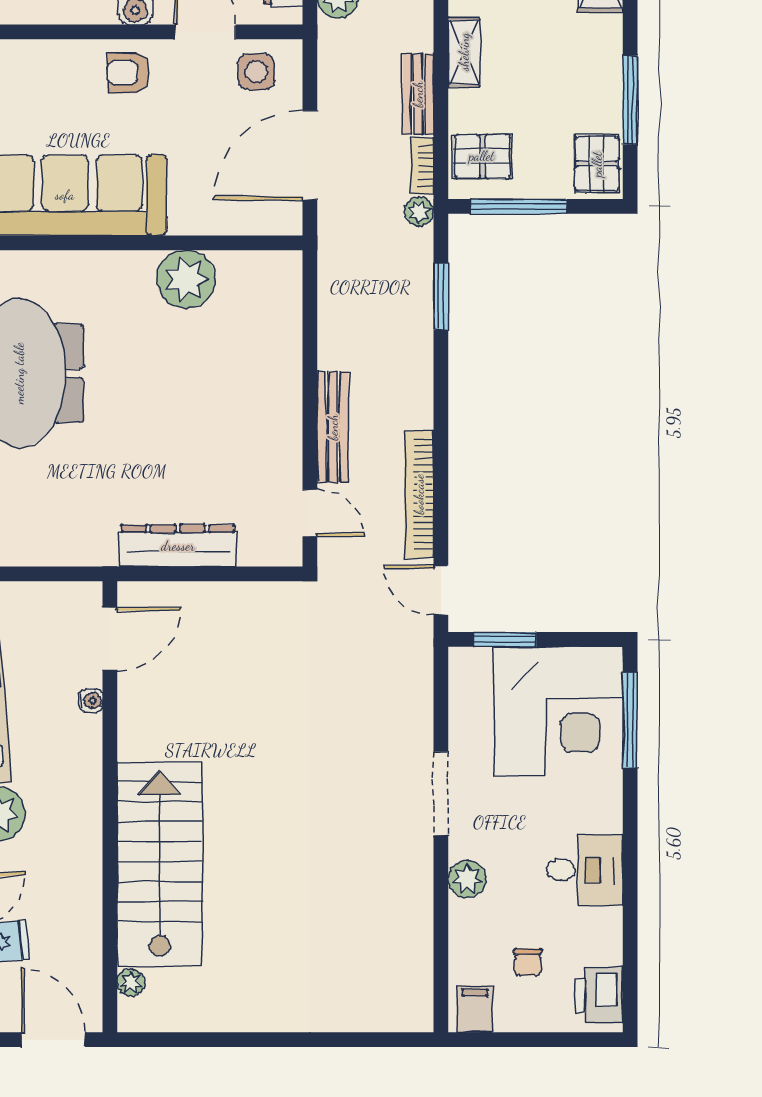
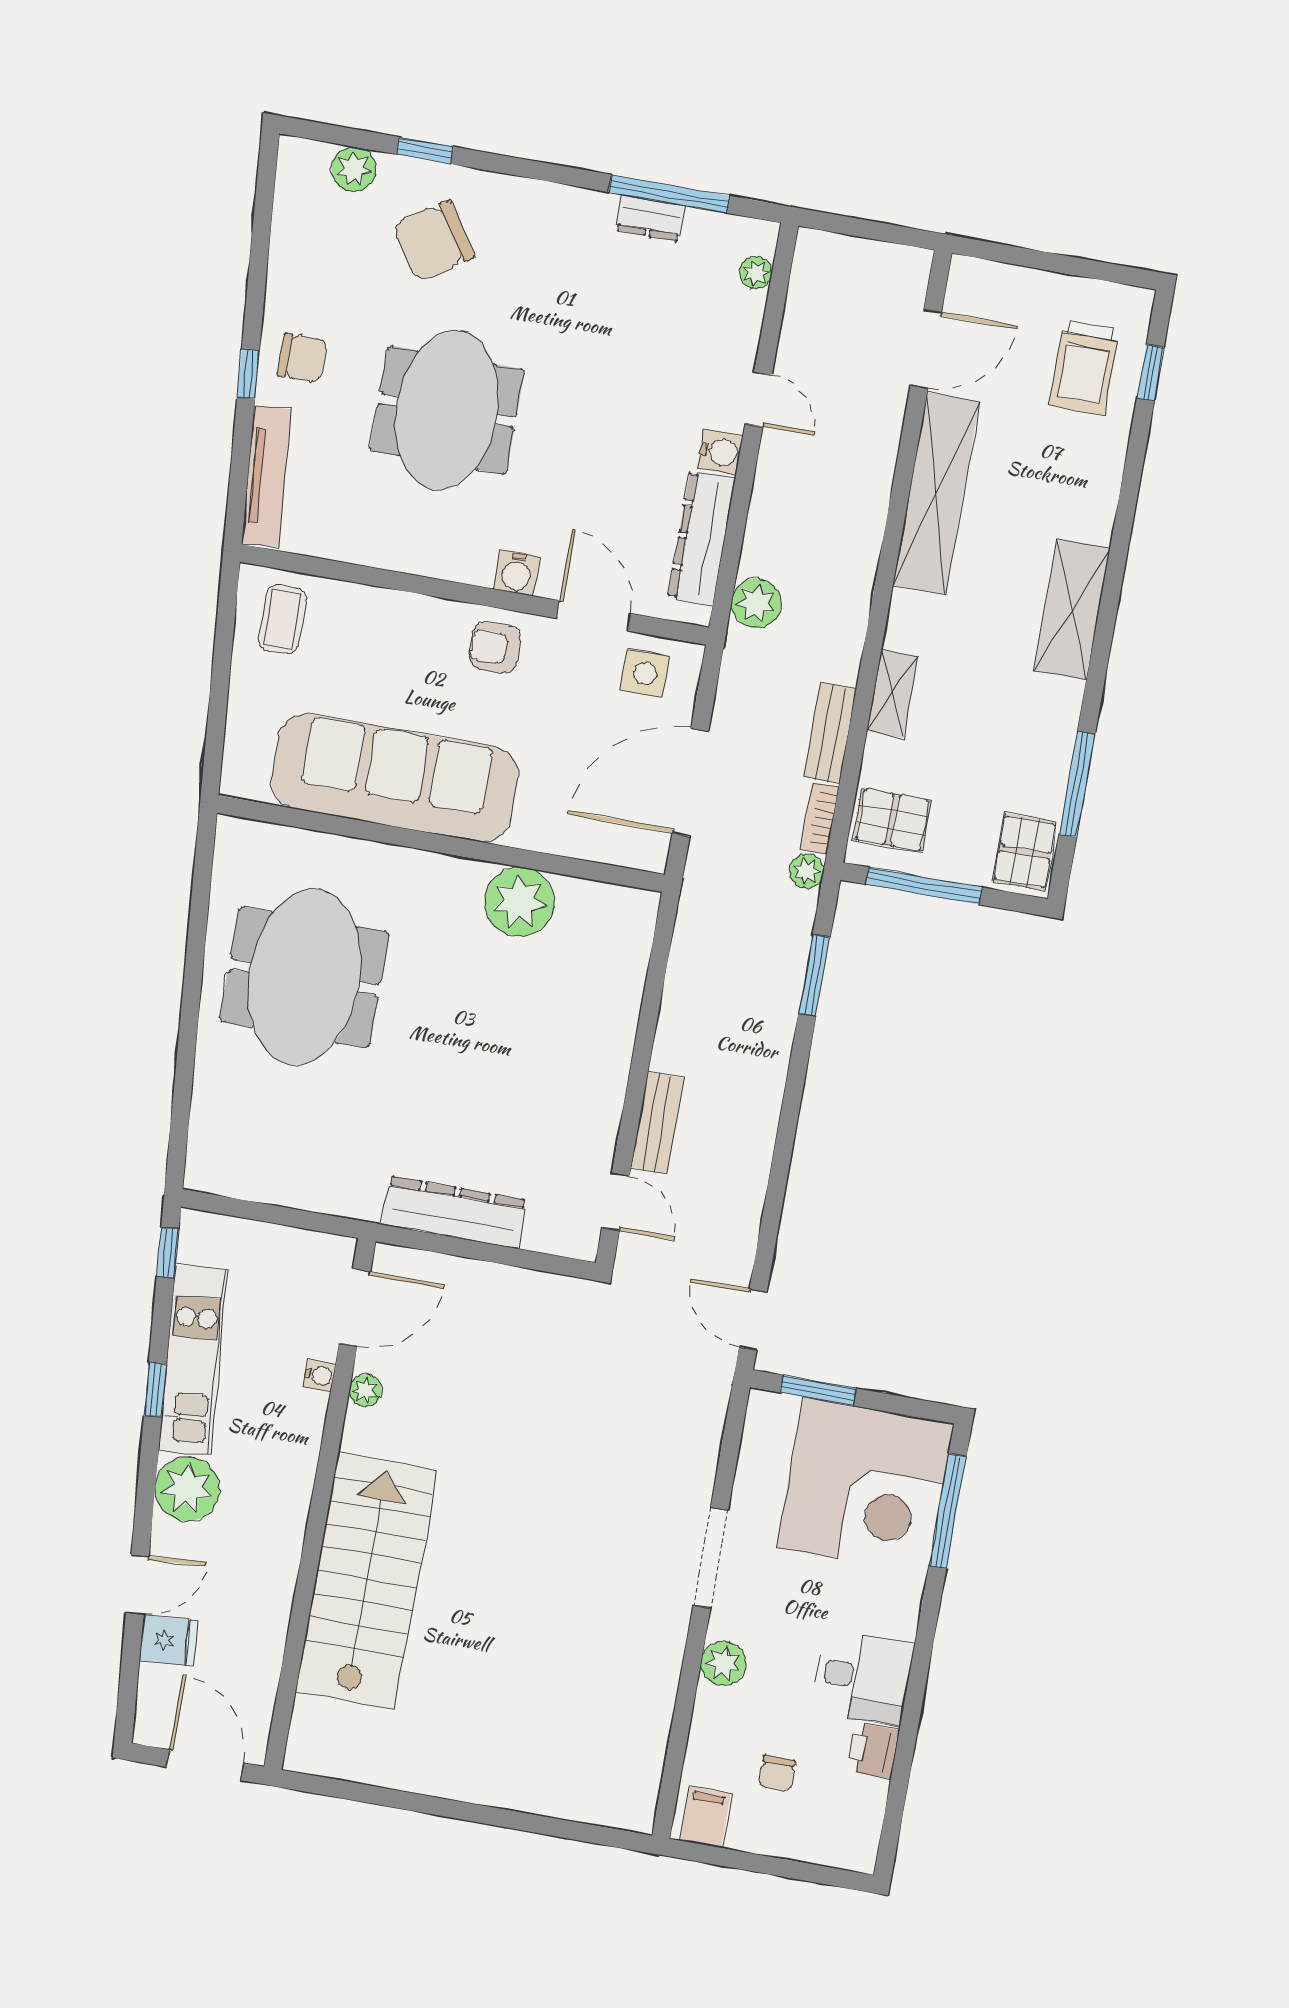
bench: (333, 427) -> (657, 1123), width x0.73
bookcase: (419, 494) -> (748, 1202), removed
plant: (131, 982) -> (365, 1391), moved
printer: (599, 995) -> (873, 1751), moved, width x0.73, depth x0.81

